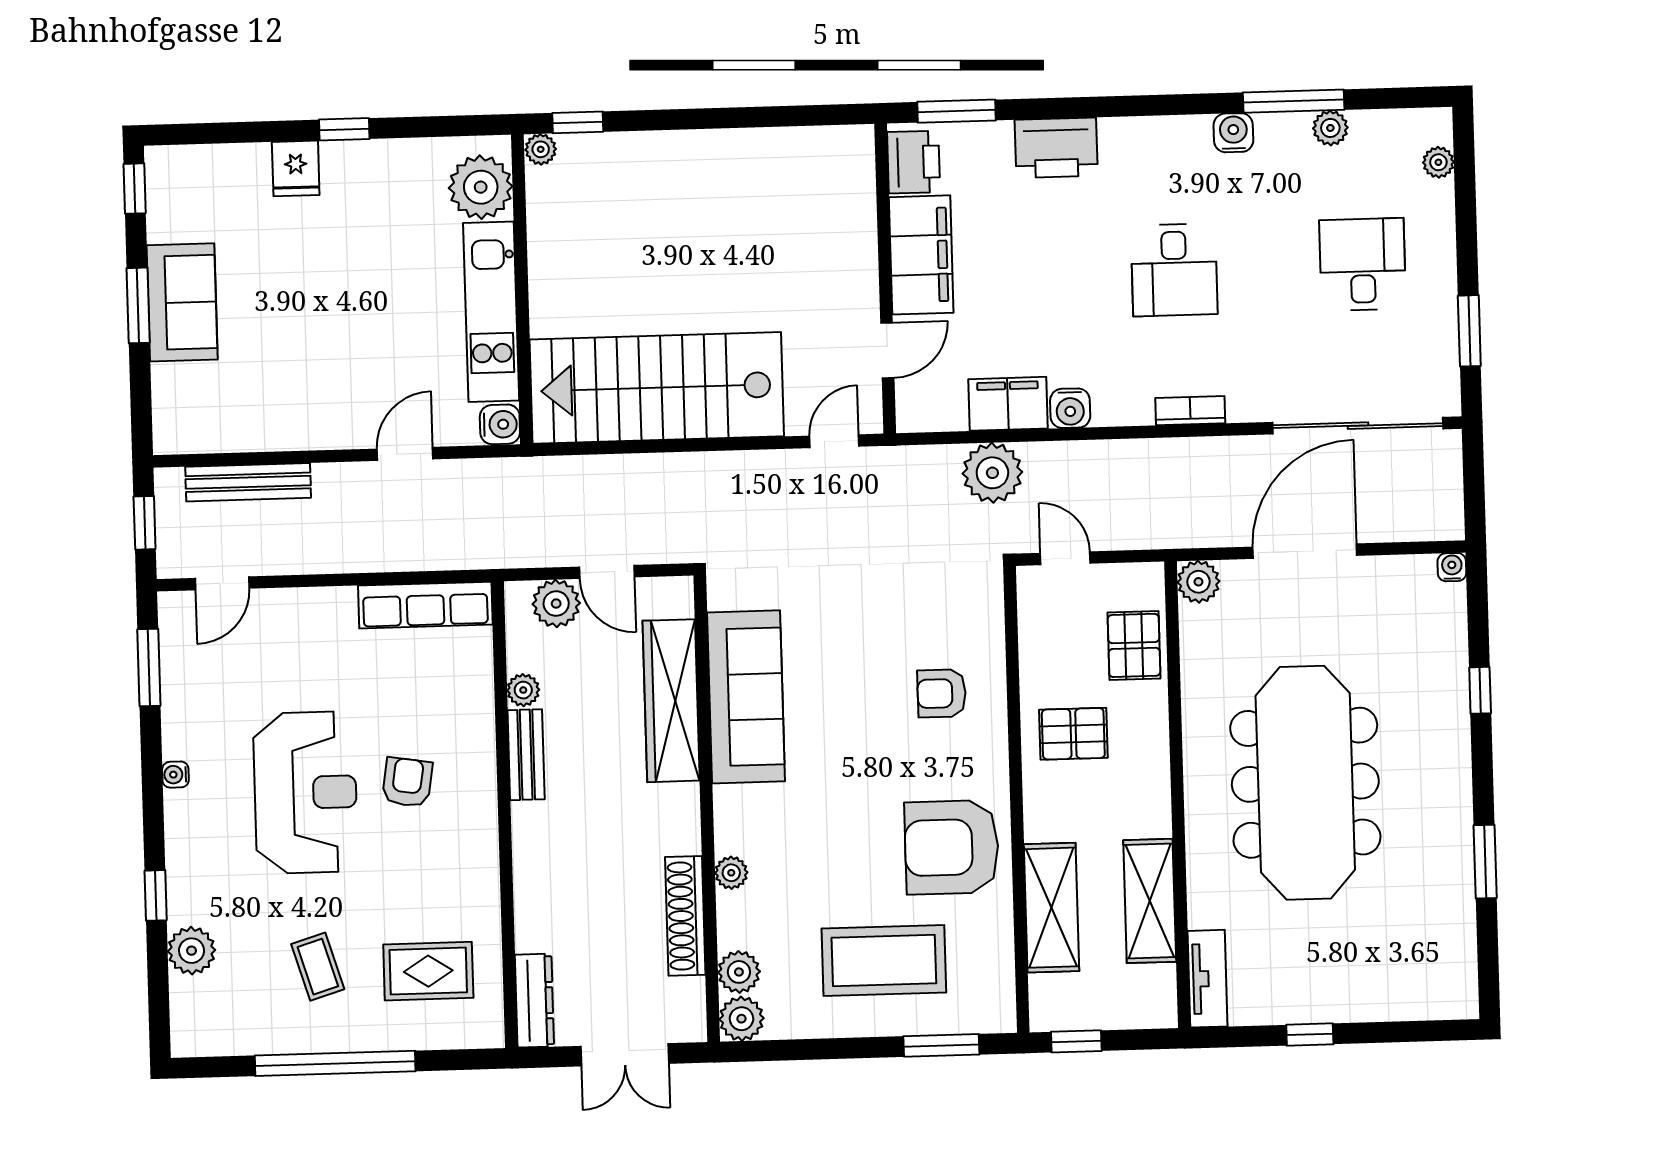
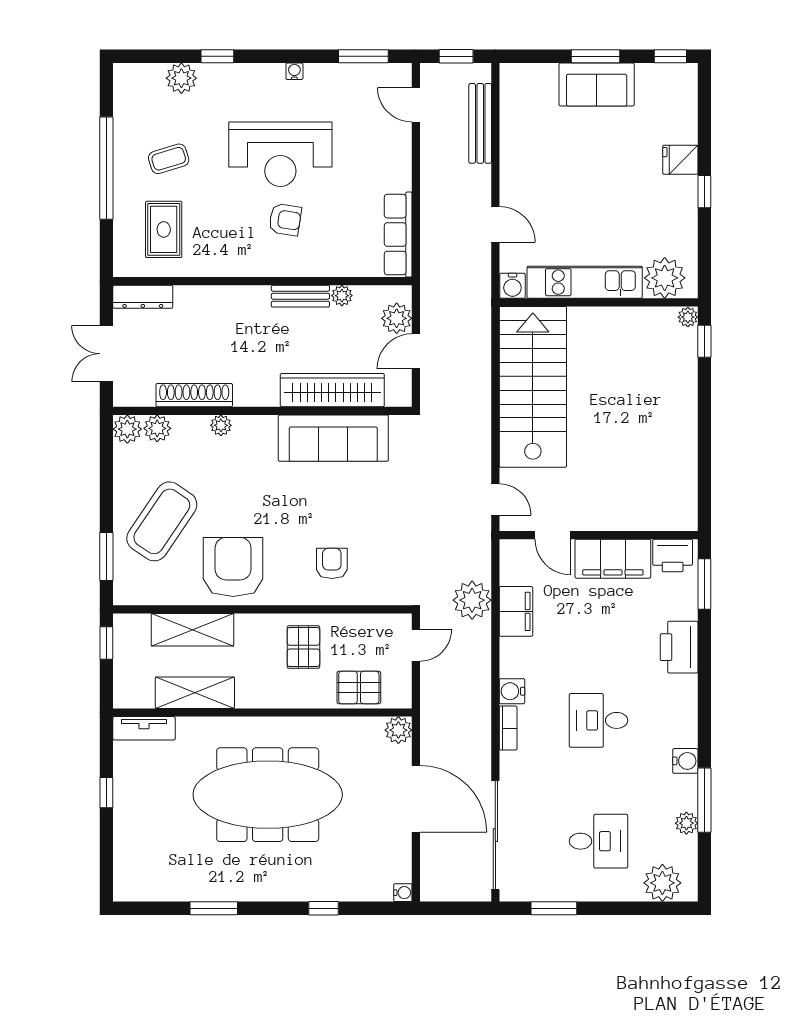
plant: (1438, 162) -> (662, 883), width x1.88, depth x1.88
water cooler: (1070, 408) -> (512, 691), moved
coffee table: (884, 960) -> (162, 521), turned 34

